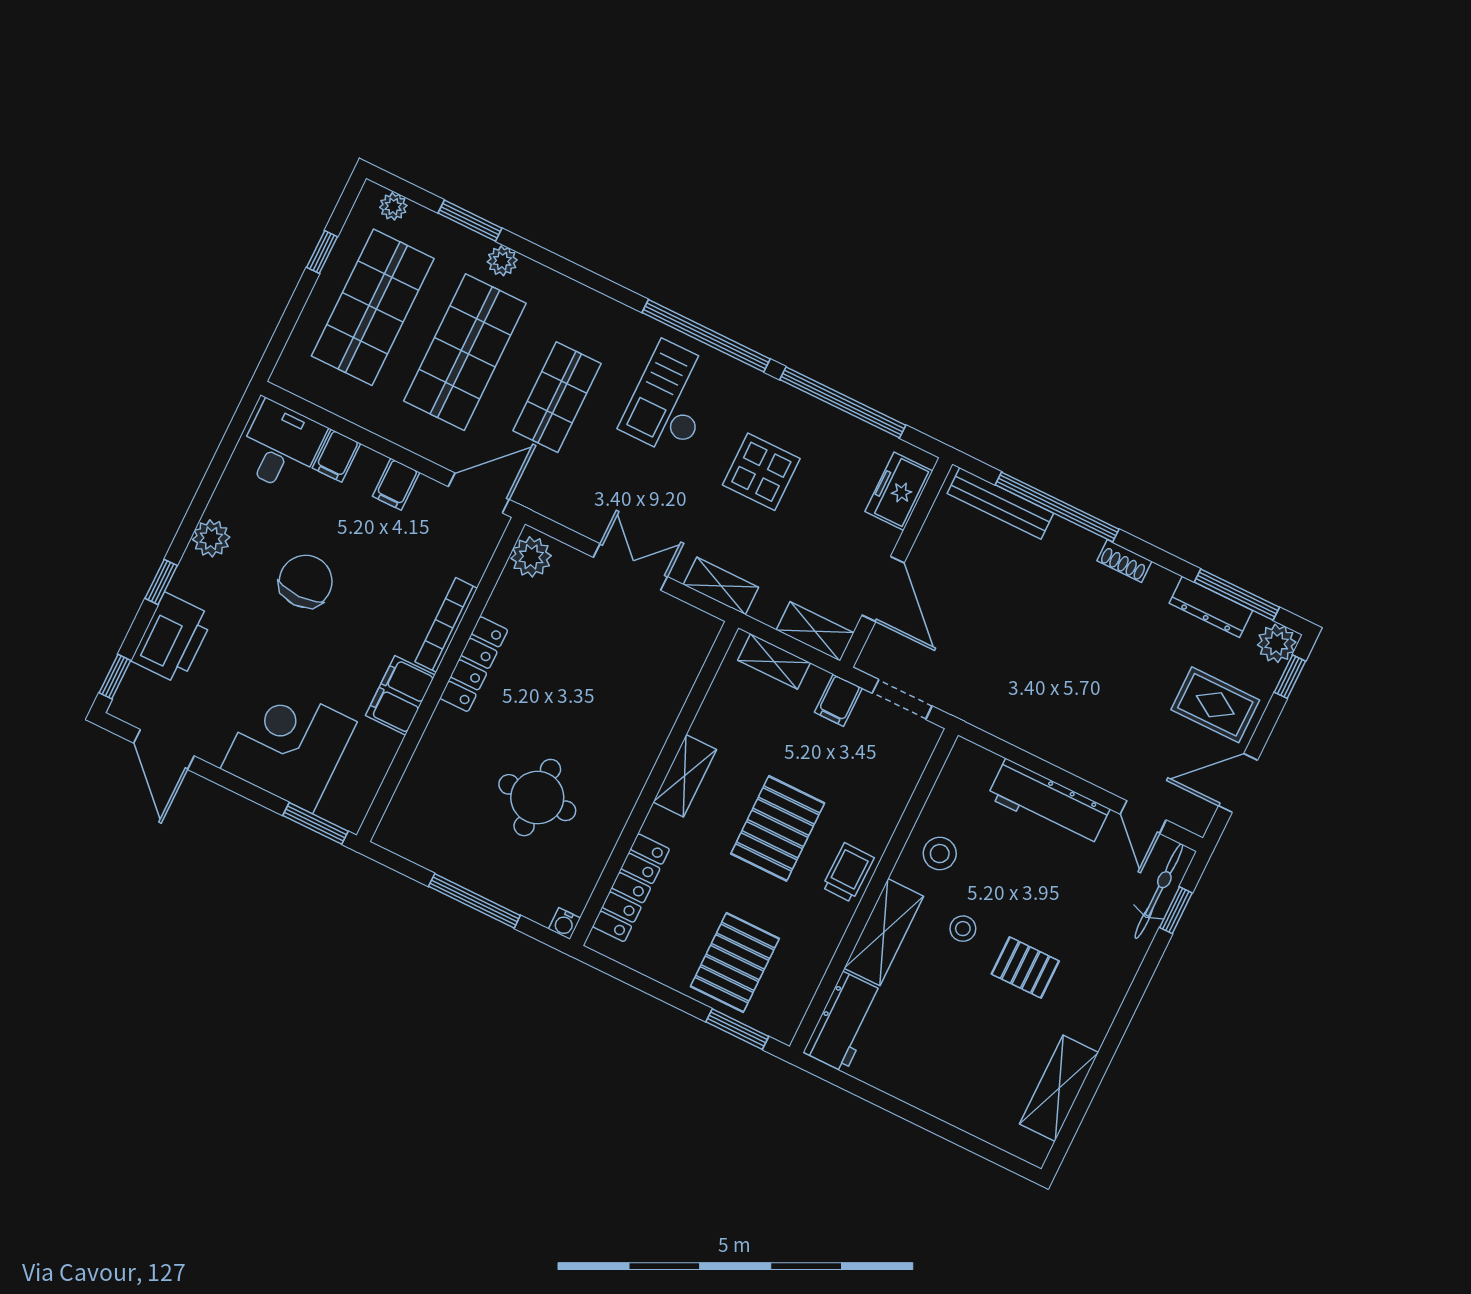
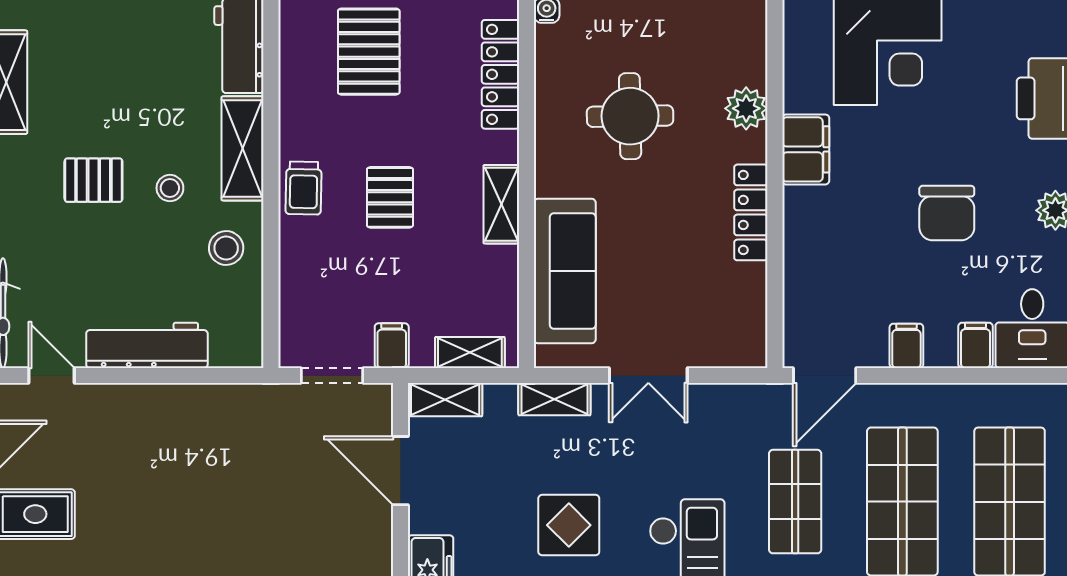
plant: (531, 557) -> (746, 108), moved
bookcase: (446, 625) -> (795, 237), removed
sofa: (658, 692) -> (565, 271), added
pallet: (778, 828) -> (390, 197), width x0.67, depth x0.71

